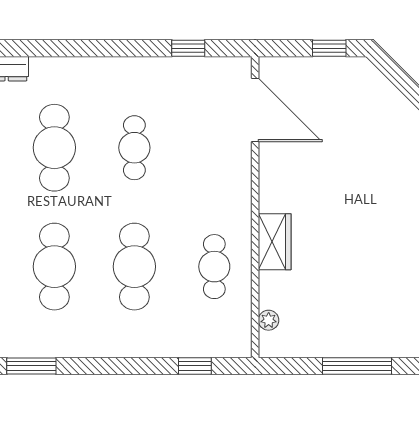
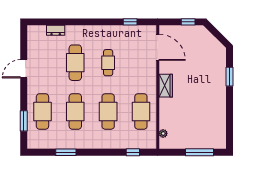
wardrobe: (275, 242) -> (166, 86), moved
cafe table: (214, 267) -> (141, 111), width x1.37, depth x1.35

